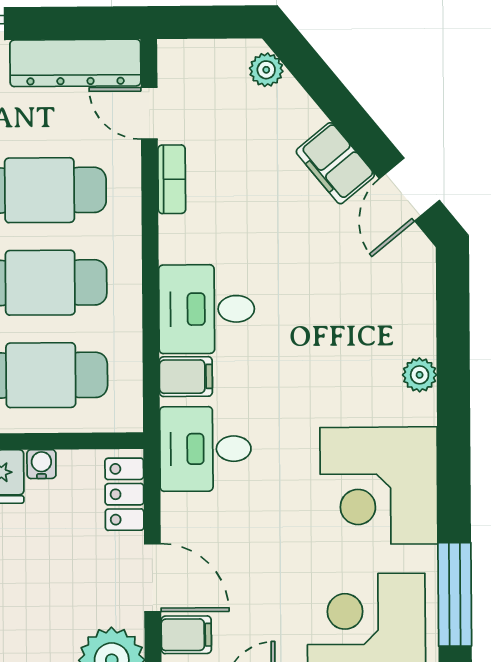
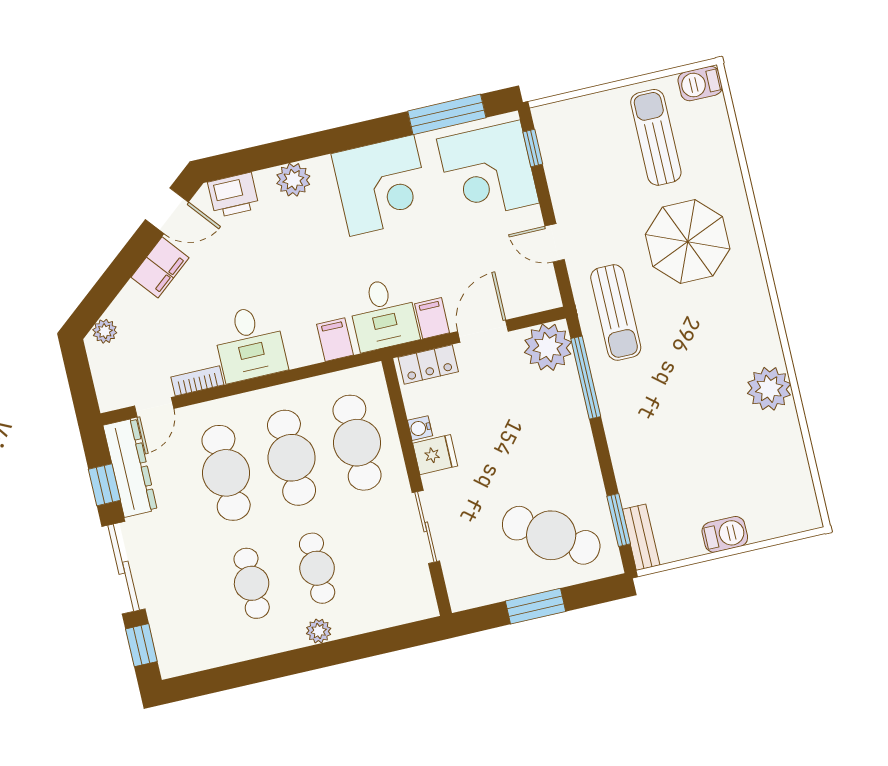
window: (60, 23) -> (104, 485), added
printer: (411, 283) -> (233, 195), added
desk: (207, 309) -> (250, 343), moved
plant: (420, 375) -> (293, 180), width x1.38, depth x1.38
filing cabinet: (186, 635) -> (432, 318), moved

